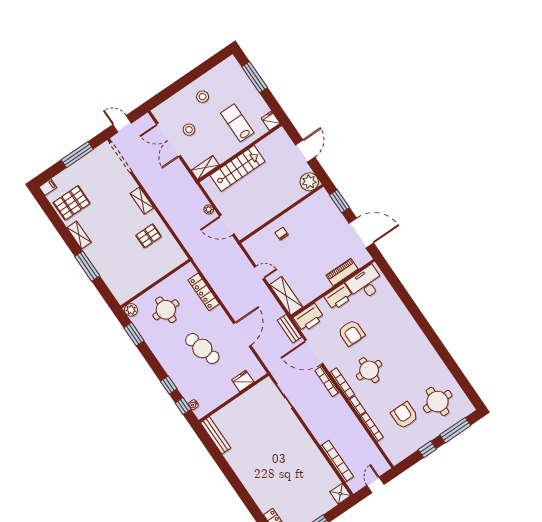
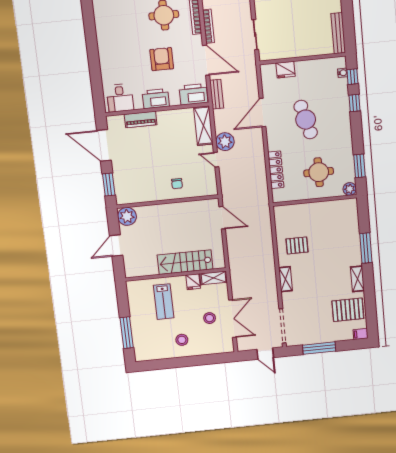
fridge: (271, 121) -> (193, 282), moved
plant: (209, 209) -> (225, 142), moved, width x1.87, depth x1.87
desk: (365, 283) -> (120, 98), width x0.73

